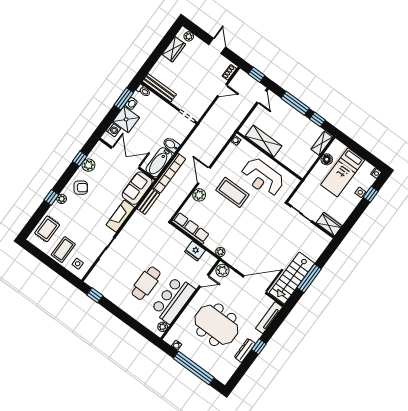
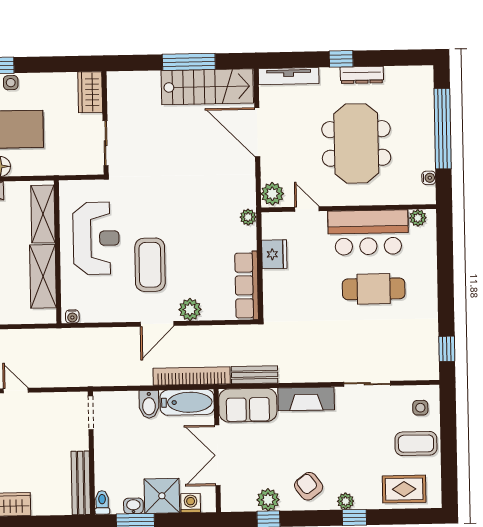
shelving: (291, 162) -> (43, 214), added

